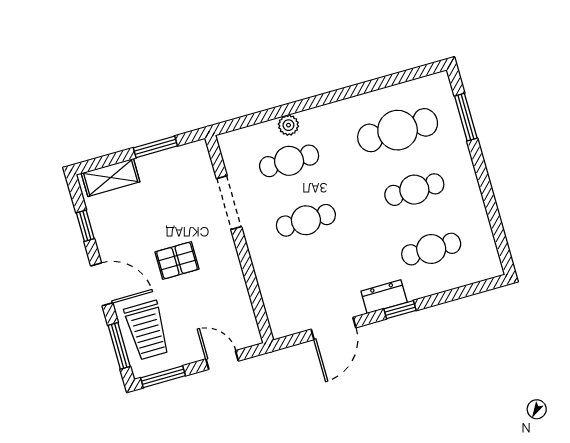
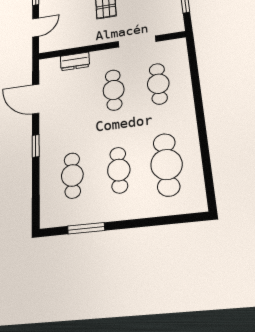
window: (466, 117) -> (86, 228), moved
plant: (288, 125) -> (184, 86), removed
dresser: (384, 297) -> (75, 61), moved, turned 90

